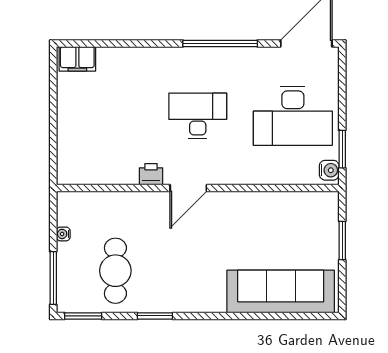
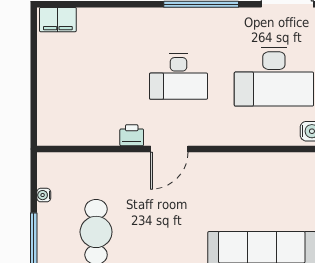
desk: (198, 116) -> (179, 77), turned 180

